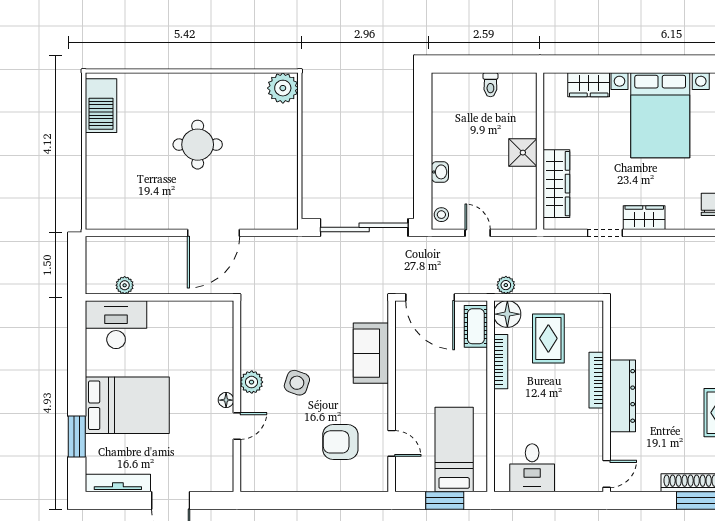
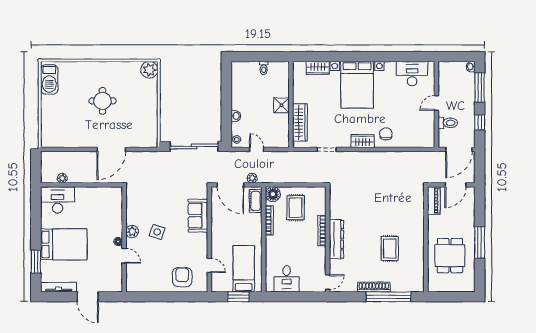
wardrobe: (644, 218) -> (363, 141), moved
plant: (506, 285) -> (252, 178), moved
door: (237, 426) -> (124, 256), hinge flipped
armchair: (340, 442) -> (182, 277), moved, turned 90

